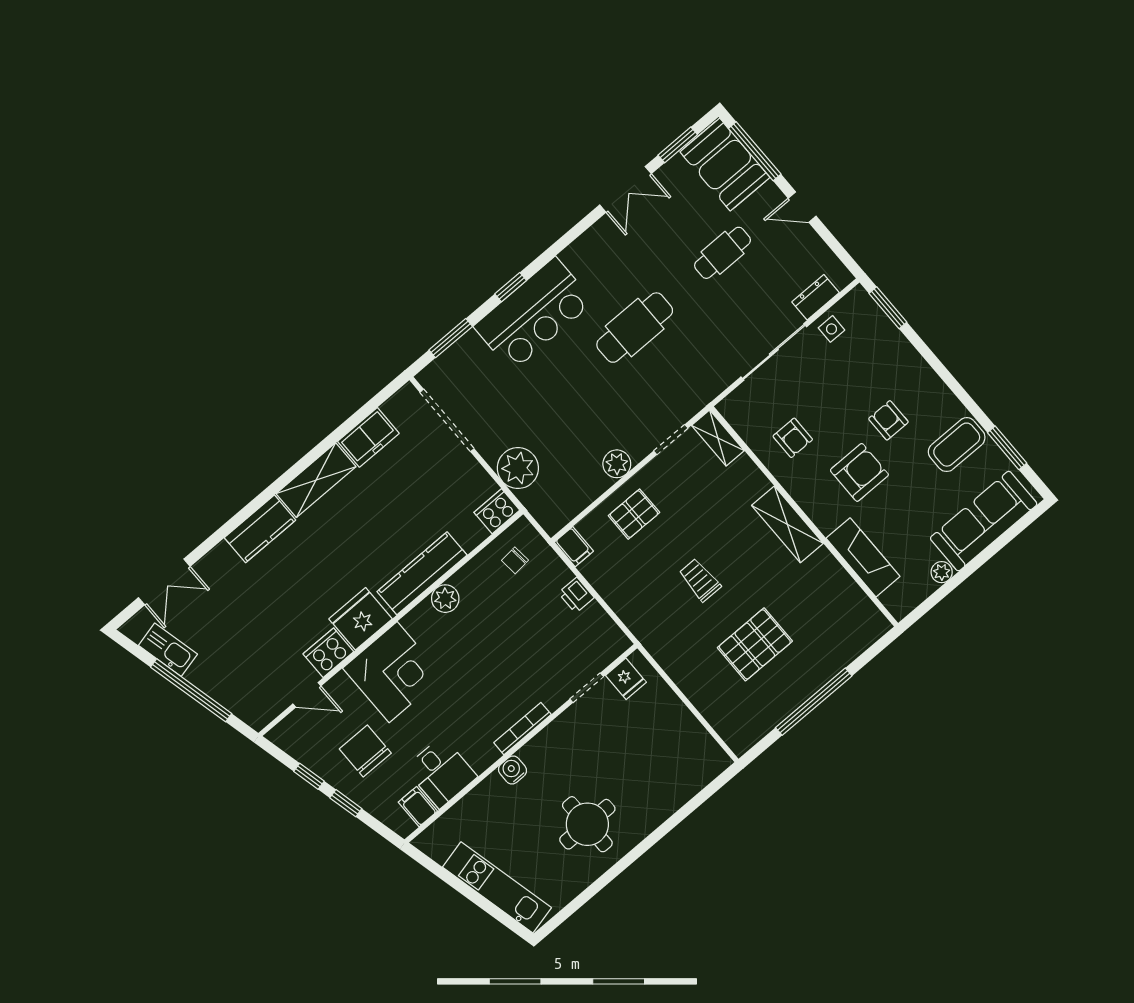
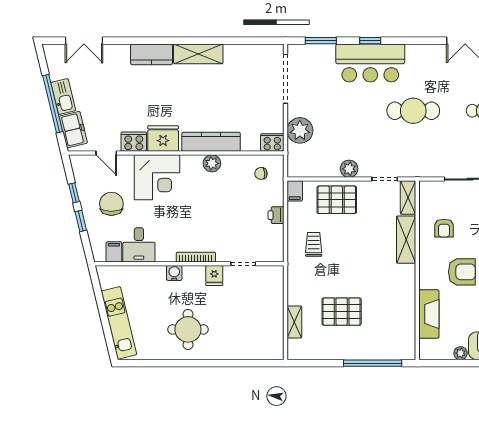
freezer: (368, 437) -> (73, 130), moved, turned -104
pallet: (634, 514) -> (337, 200), width x1.50, depth x1.42
shelving: (787, 524) -> (406, 240), moved
trolley: (700, 580) -> (314, 244), moved
kitchen sink: (168, 650) -> (63, 97), moved
fridge: (626, 679) -> (214, 275), moved
window: (814, 702) -> (373, 363), moved
shelving: (708, 706) -> (294, 322), added

